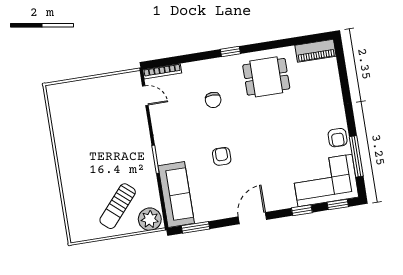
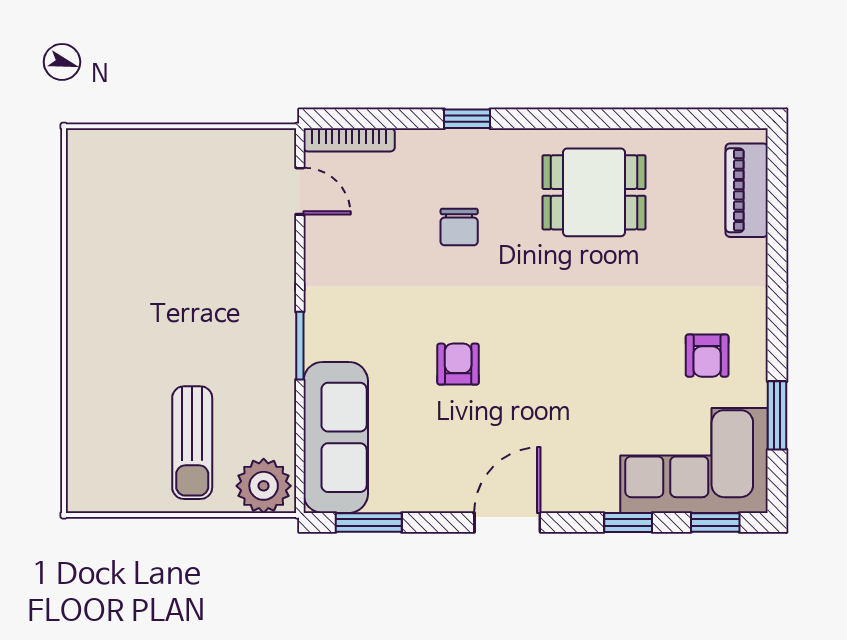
piano: (316, 51) -> (747, 190), moved, turned 90
window: (230, 52) -> (467, 119), moved
armchair: (338, 138) -> (707, 356), moved
window: (356, 156) -> (777, 415), width x0.69
sun lounger: (118, 206) -> (192, 443), turned -41

